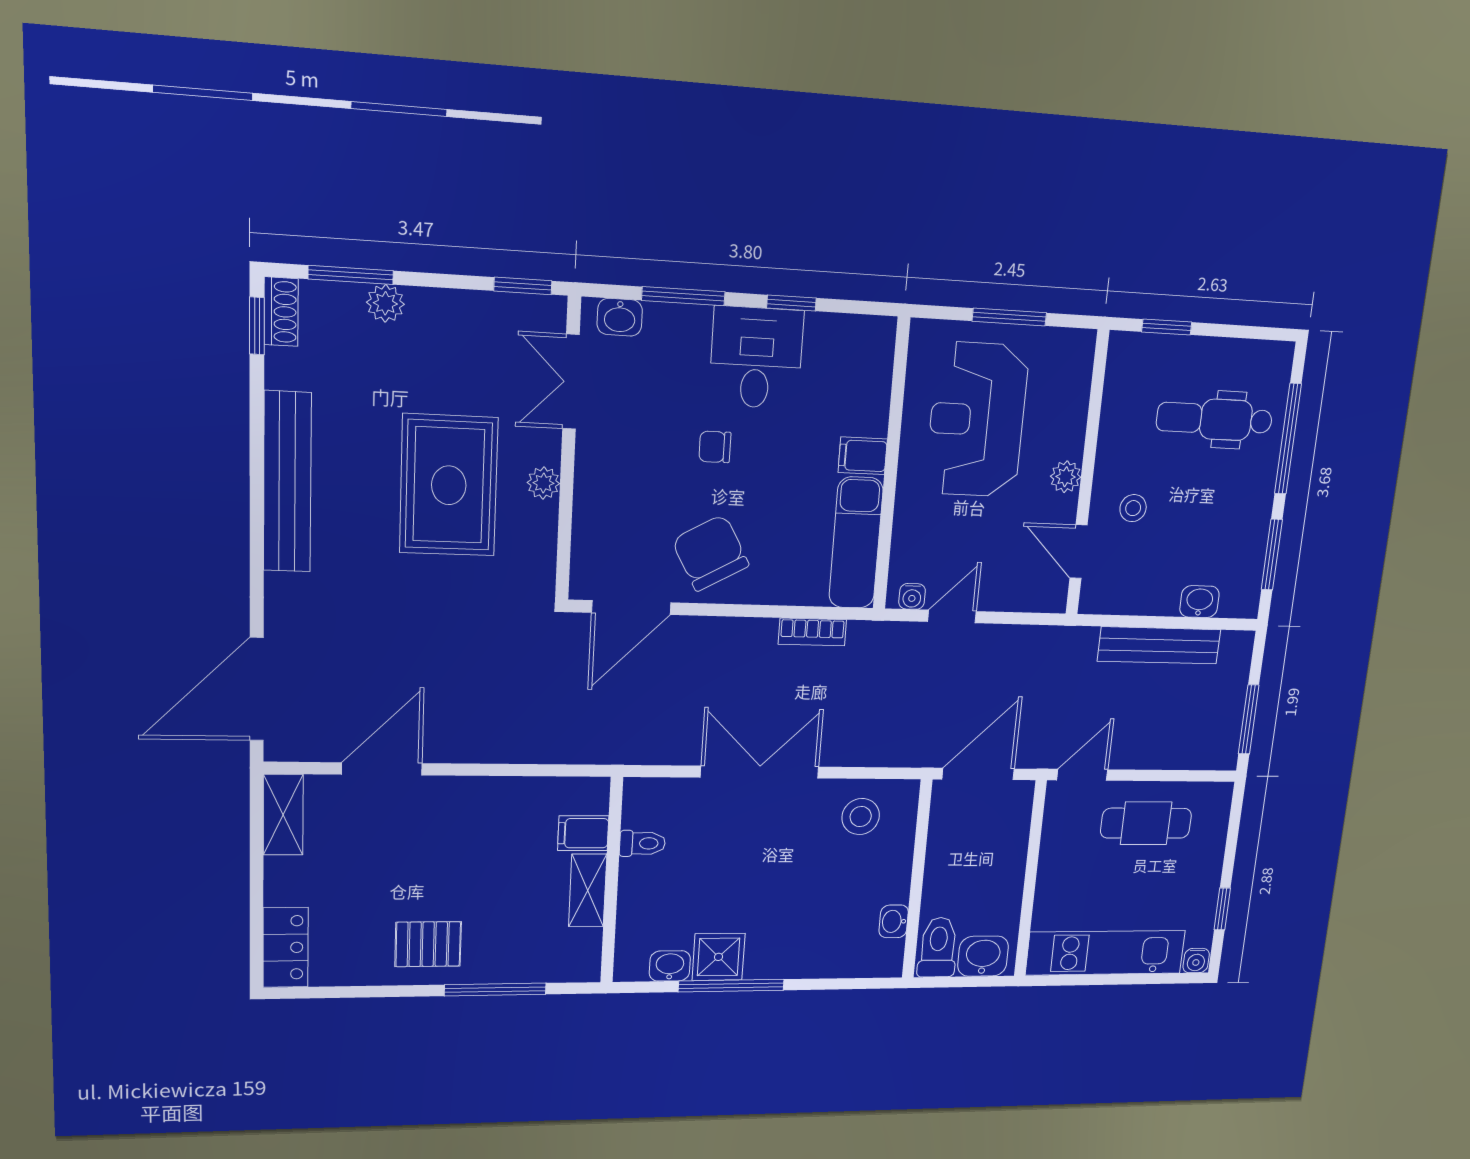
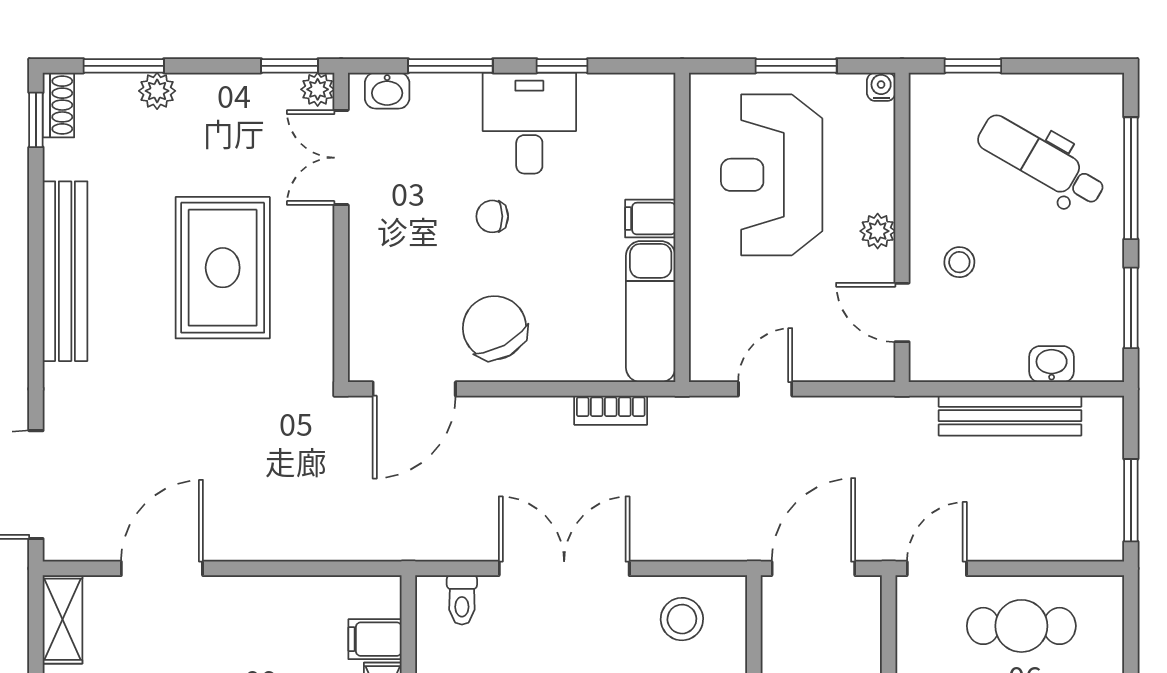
dental chair: (1215, 419) -> (1041, 161), turned 30
plant: (543, 483) -> (318, 89), moved
water cooler: (912, 596) -> (881, 87), moved, turned 180
toilet: (642, 843) -> (462, 600), moved, turned 90

